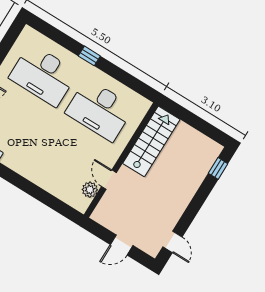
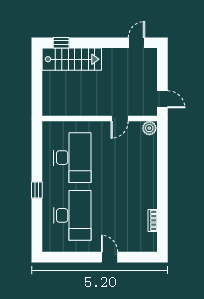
stairs: (151, 141) -> (72, 59), moved, turned 180
plant: (90, 190) -> (149, 128), moved
door: (122, 245) -> (162, 99), moved

